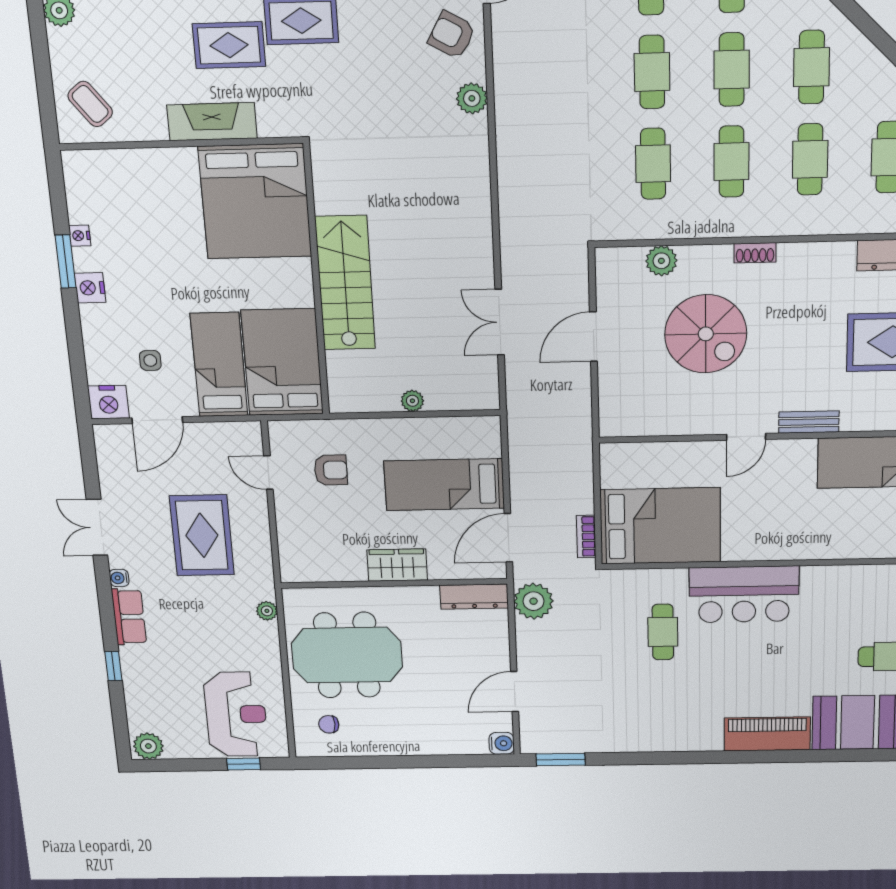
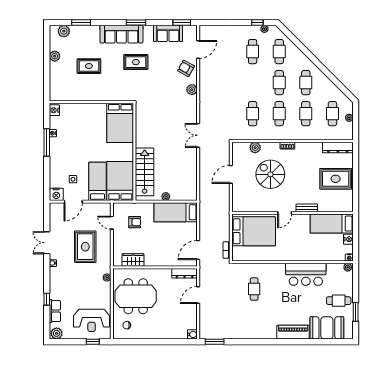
rug: (229, 45) -> (89, 66), moved
cafe table: (652, 72) -> (253, 83), removed
coffee table: (90, 104) -> (62, 88), removed
fireplace: (212, 122) -> (103, 95), removed
bed: (255, 202) -> (120, 123), width x0.73
window: (65, 262) -> (47, 142), width x1.44
stairs: (345, 283) -> (145, 172), moved
nightstand: (90, 288) -> (54, 110), moved
double door: (500, 322) -> (198, 135), moved
spiral stairs: (706, 334) -> (270, 174), turned 180
bed: (444, 485) -> (176, 212), moved
bed: (660, 526) -> (254, 231), moved
wardrobe: (397, 565) -> (133, 260), moved
bar counter: (744, 594) -> (306, 274), moved
plant: (534, 601) -> (206, 276), removed
row of seats: (129, 617) -> (55, 311), moved
door: (515, 692) -> (198, 295), moved
reception desk: (236, 714) -> (92, 320), turned 90

